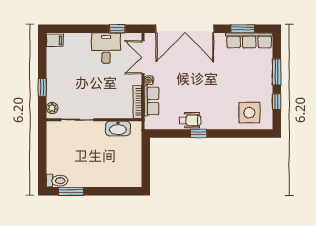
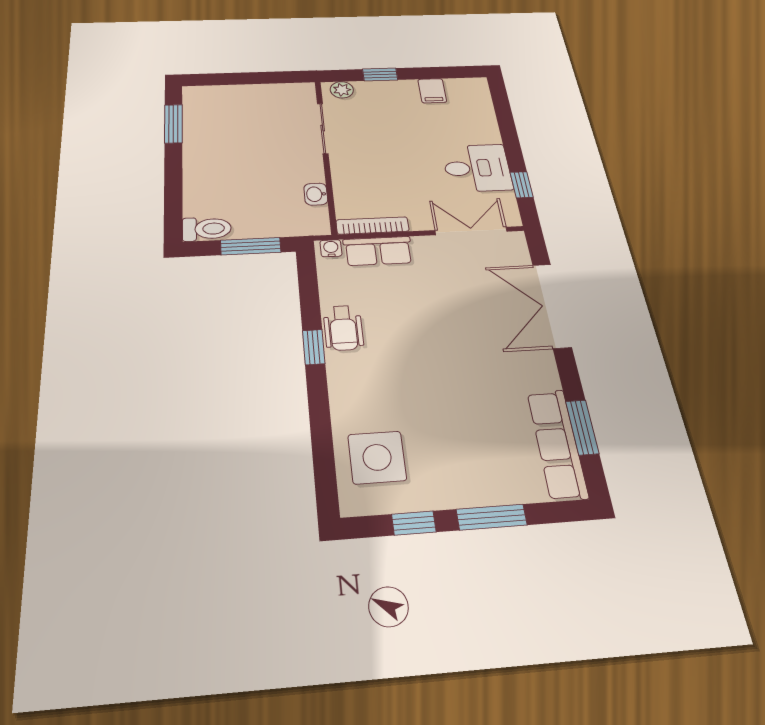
double door: (185, 29) -> (552, 305), width x0.73
filing cabinet: (55, 40) -> (432, 91), moved
water cooler: (149, 80) -> (331, 248), moved
washbasin: (118, 129) -> (316, 194), width x0.52, depth x0.69
window: (146, 157) -> (251, 246), added
toilet: (57, 181) -> (207, 229), moved, turned -90

